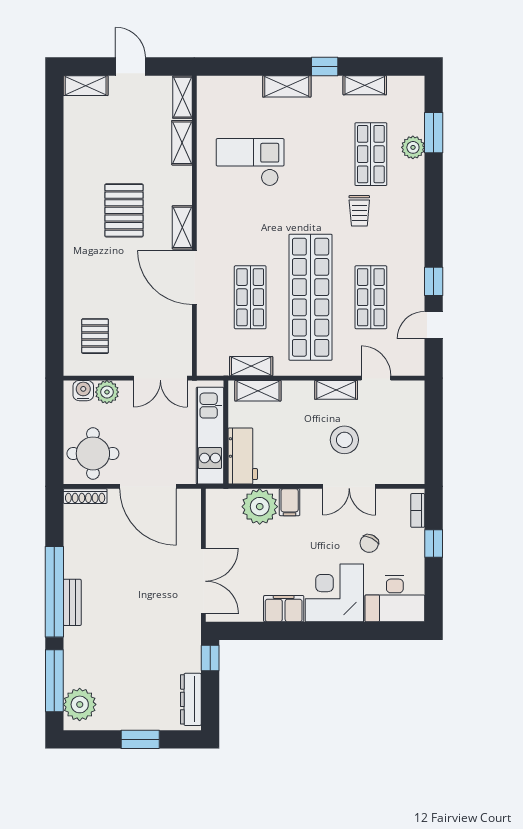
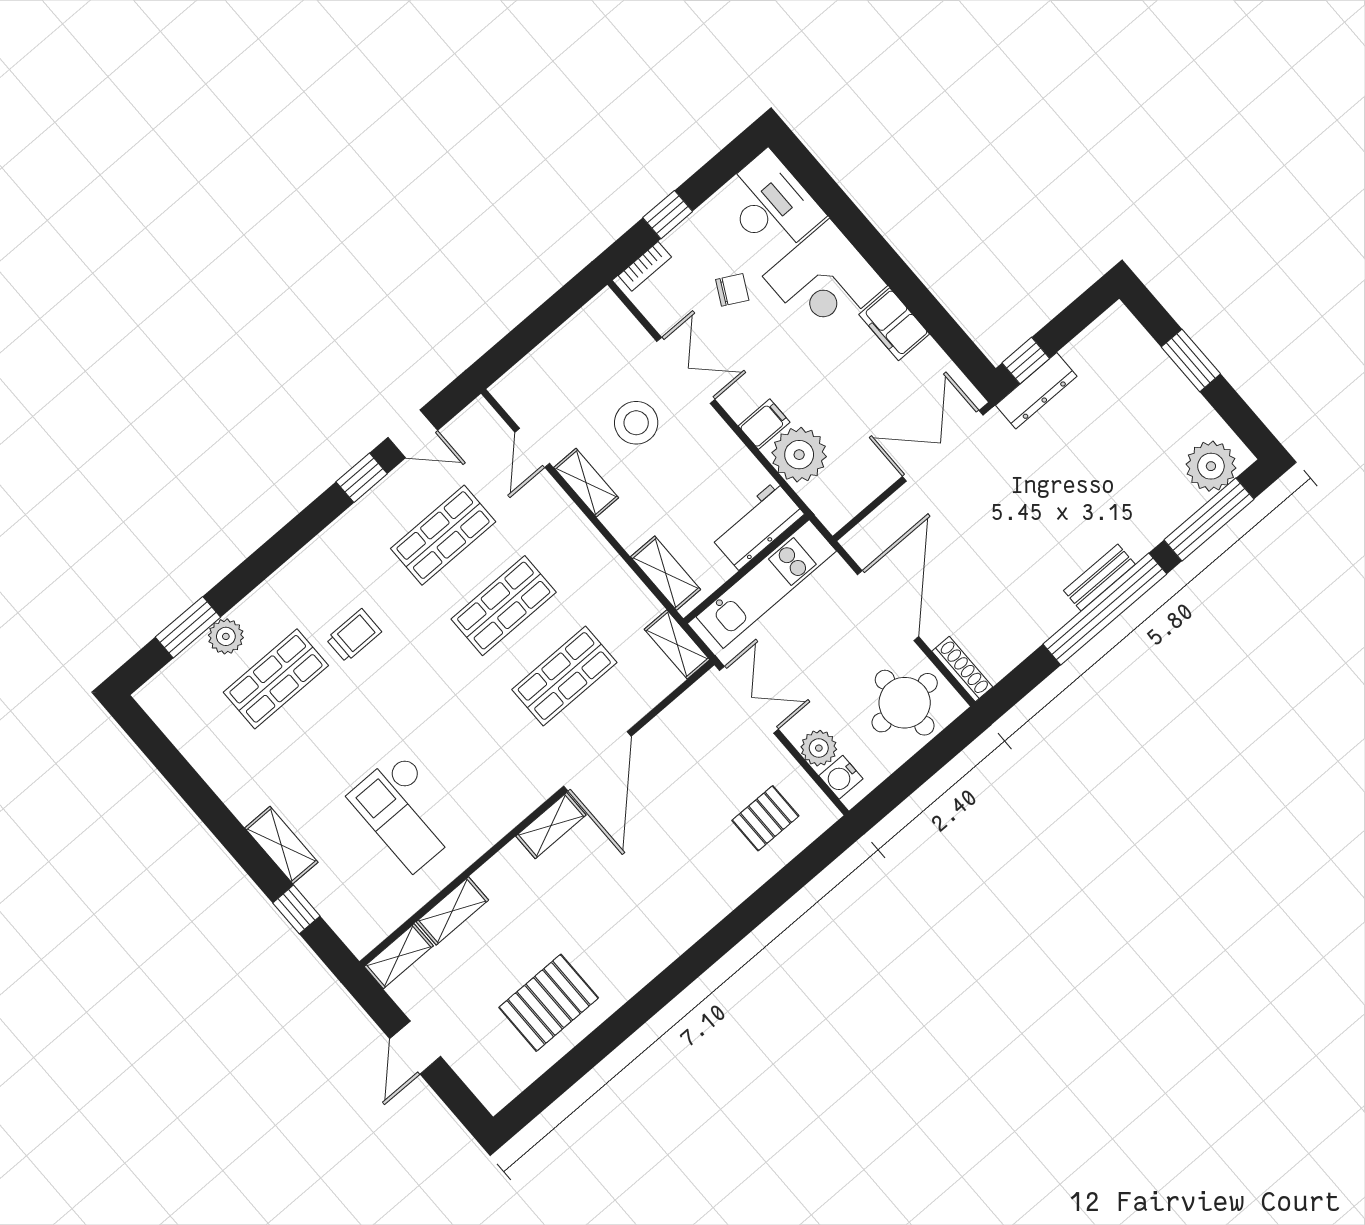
window: (325, 67) -> (296, 909), moved
shelving: (365, 85) -> (202, 755), removed
shelving: (86, 86) -> (482, 1081), removed
pallet: (124, 210) -> (549, 1003), moved
shop shelf: (311, 297) -> (504, 606), width x0.50, depth x0.74
shelving: (251, 366) -> (677, 644), moved
dresser: (191, 699) -> (1036, 391), moved

